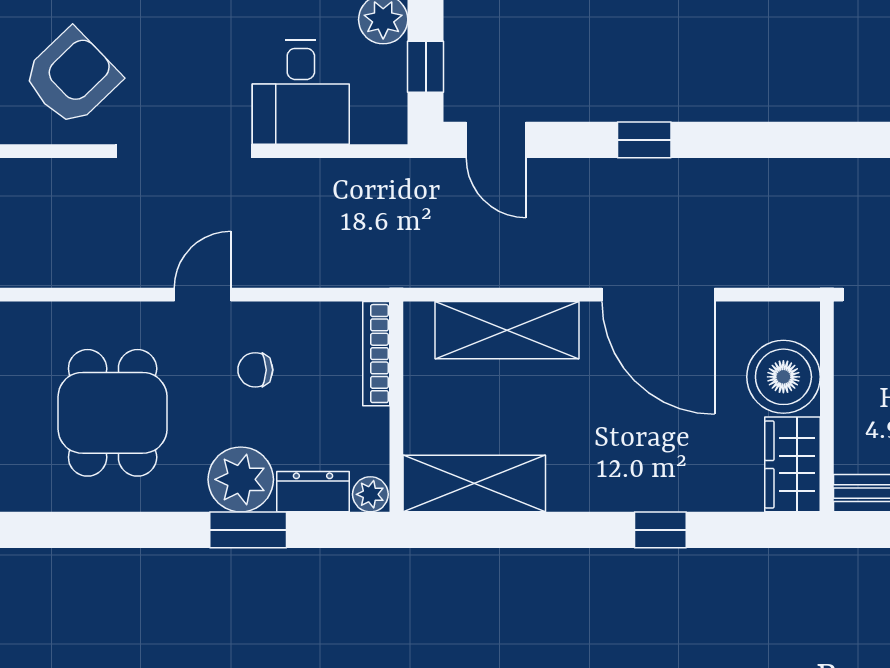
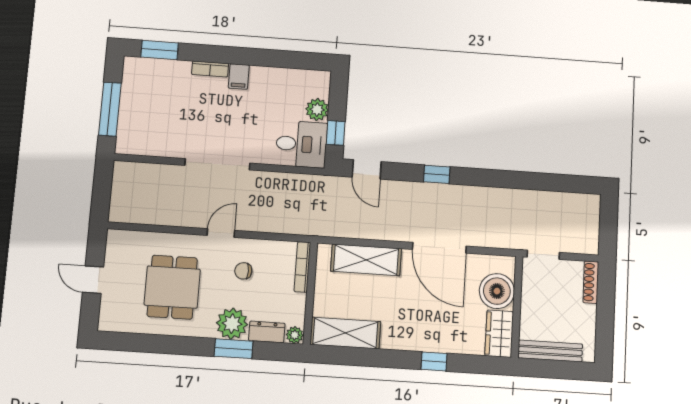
armchair: (72, 77) -> (167, 126), removed
desk: (301, 92) -> (301, 144), moved, turned -90

